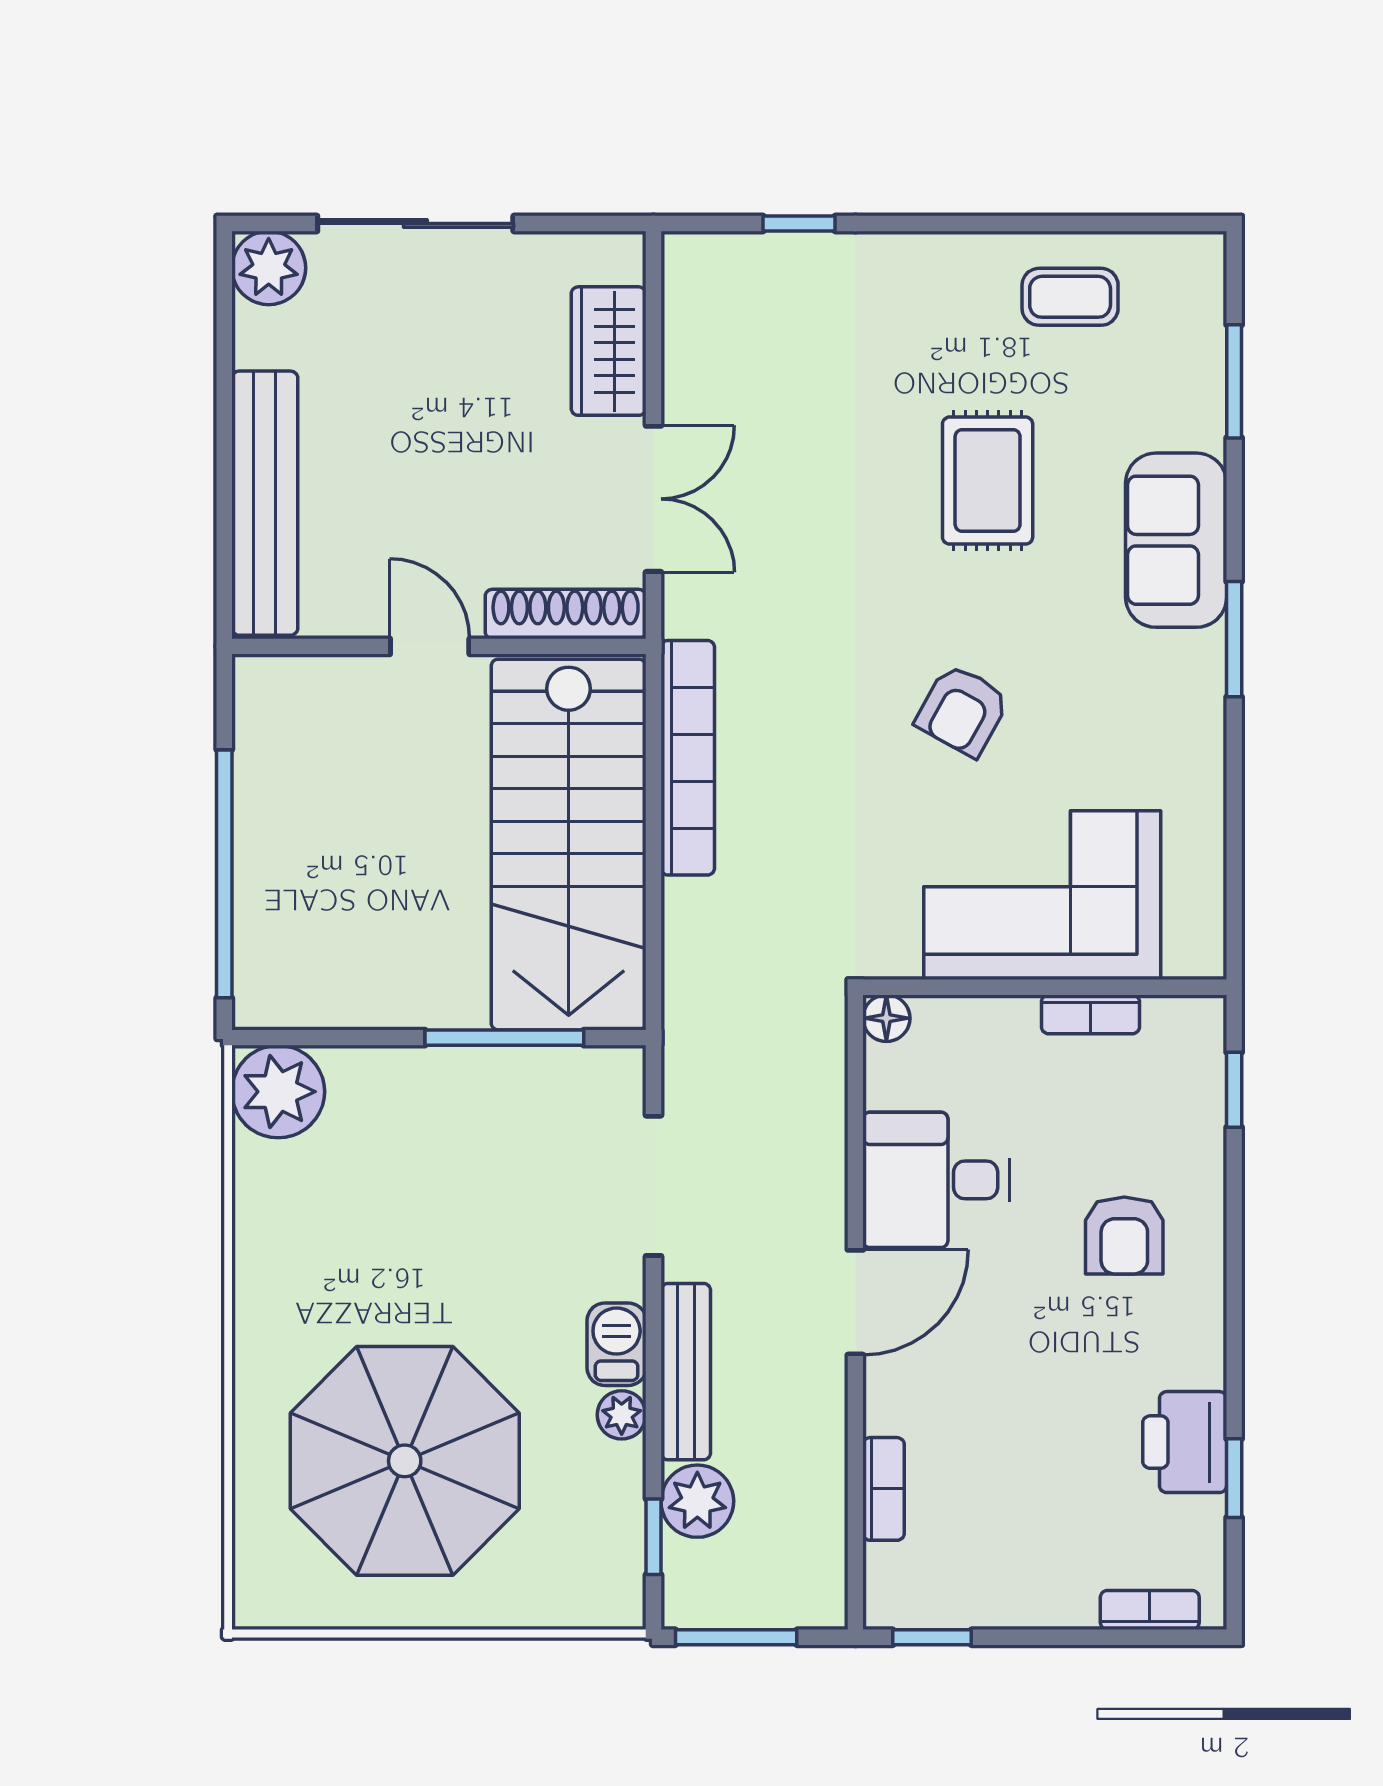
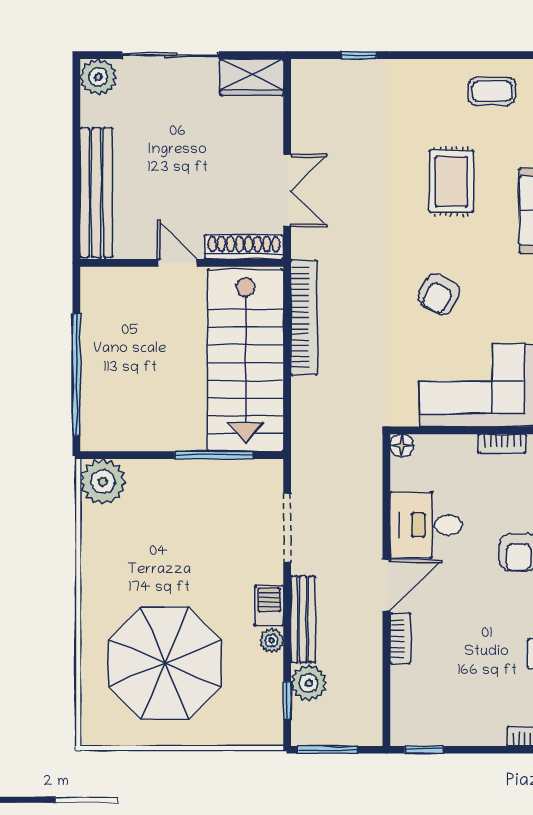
wardrobe: (609, 351) -> (252, 77), moved, turned -90
bookcase: (884, 1489) -> (400, 639), moved

